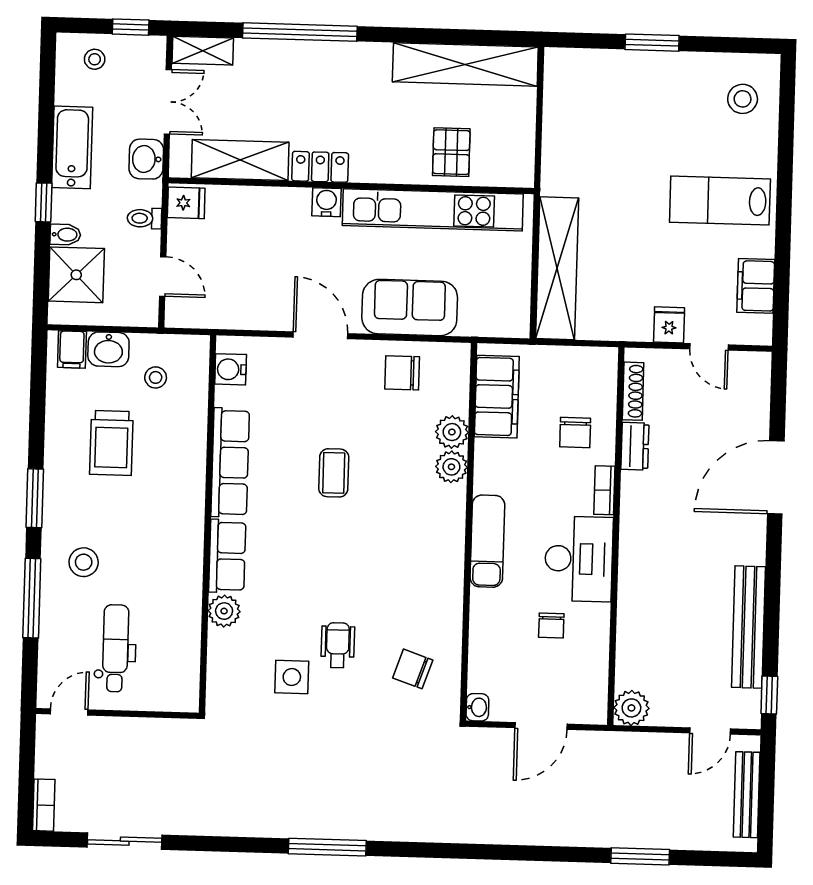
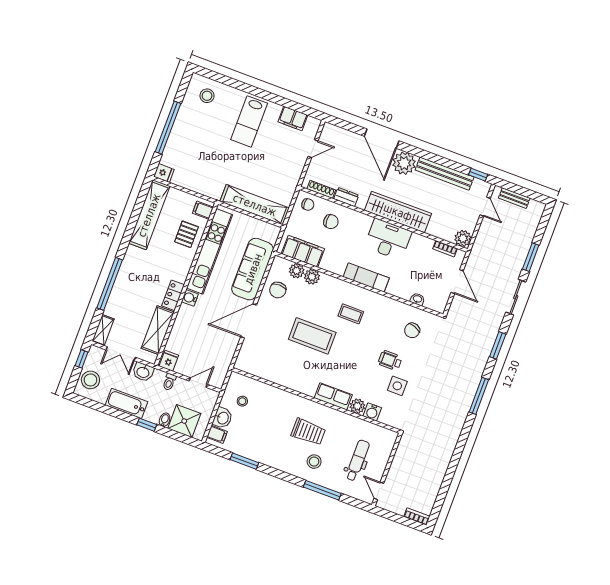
window: (652, 43) -> (168, 128), width x2.11
stool: (95, 59) -> (90, 380), width x1.89, depth x1.89
double door: (168, 102) -> (121, 354), swing flipped
pallet: (451, 152) -> (186, 234), turned 90
filing cabinet: (511, 169) -> (203, 210), added
sofa: (410, 307) -> (253, 269), width x1.36
fridge: (669, 325) -> (164, 173), moved, turned 180
door: (320, 335) -> (249, 321), width x1.36
water cooler: (231, 369) -> (372, 412), moved
trolley: (111, 443) -> (308, 432), moved
row of seats: (230, 462) -> (292, 381), removed
plant: (451, 467) -> (297, 271), moved
coffee table: (334, 473) -> (312, 336), width x1.86, depth x1.72
bookcase: (604, 490) -> (445, 249), moved
window: (35, 498) -> (244, 461), moved
coffee table: (404, 535) -> (351, 314), added
plant: (742, 539) -> (404, 163), added
wardrobe: (640, 560) -> (398, 212), added
chair: (551, 625) -> (308, 204), moved
dental chair: (115, 648) -> (357, 460), turned 90
washbasin: (477, 707) -> (417, 299), moved
bench: (747, 795) -> (514, 198), width x0.73
sliding door: (125, 841) -> (516, 297), moved
window: (441, 850) -> (498, 345), added

